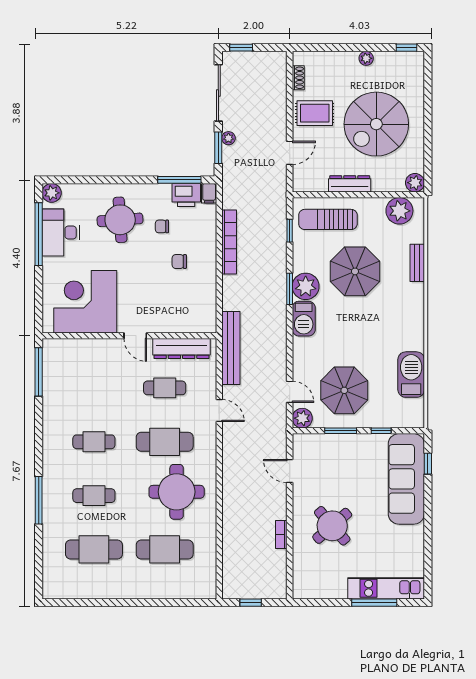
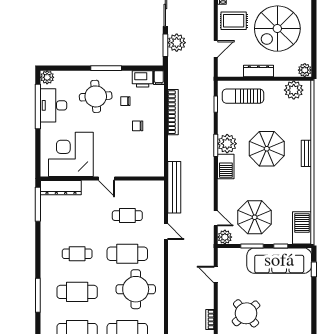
plant: (228, 138) -> (177, 43), width x1.87, depth x1.87
window: (179, 180) -> (106, 68), moved
bench: (417, 263) -> (306, 153), moved
parasol: (355, 271) -> (267, 149), moved
dresser: (182, 349) -> (61, 188), moved
barbecue: (411, 375) -> (302, 228), moved
sofa: (406, 479) -> (279, 261), moved, turned -90
cafe table: (94, 496) -> (77, 292), width x1.37, depth x1.35

